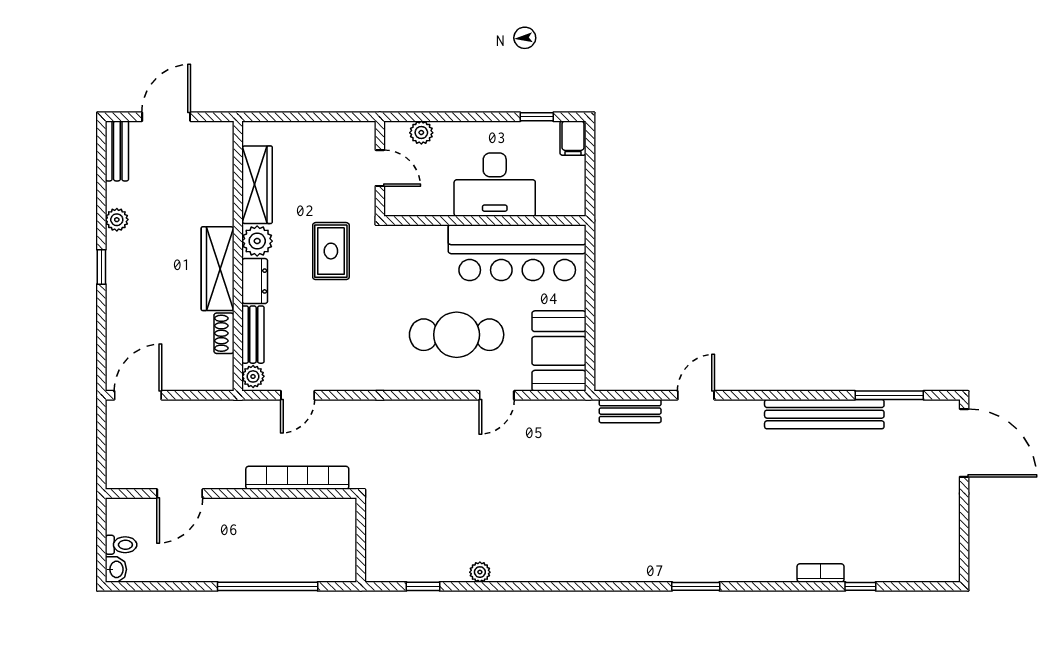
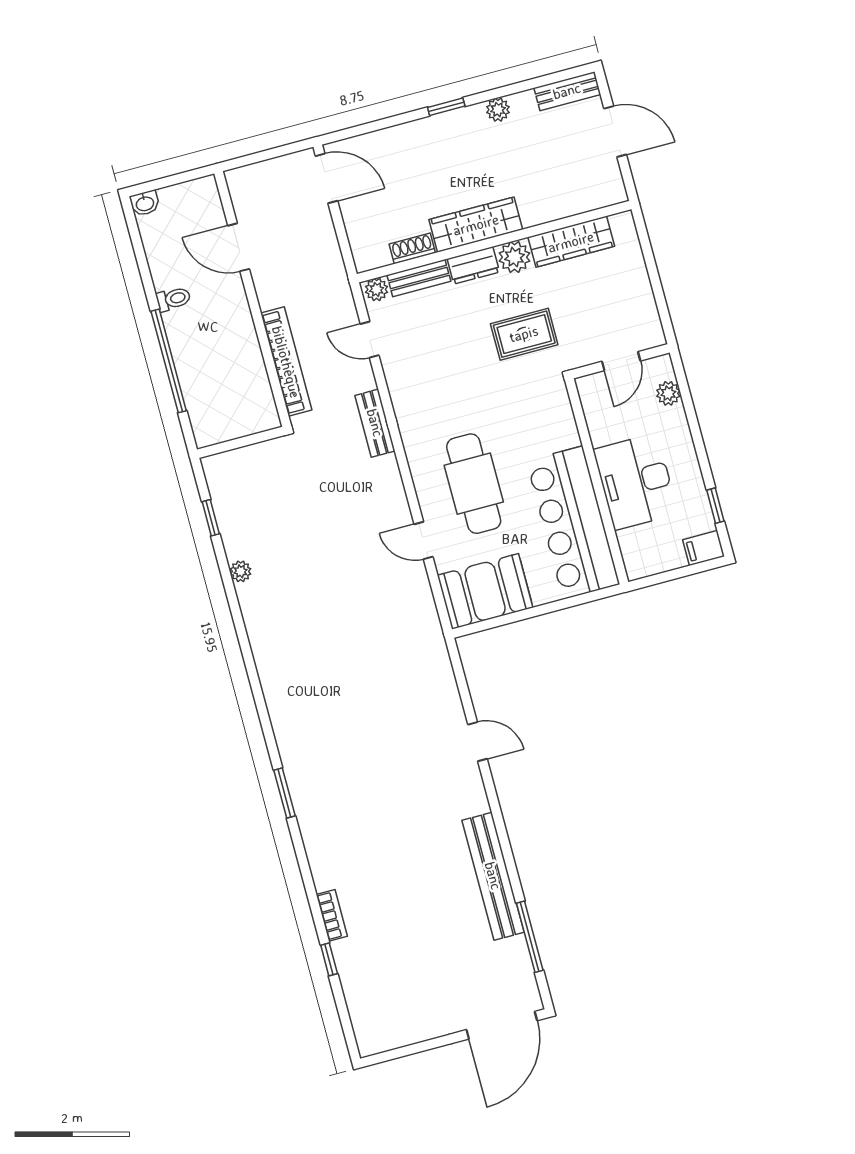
bench: (630, 411) -> (375, 423), moved
toilet: (121, 545) -> (173, 299), moved, turned -90

